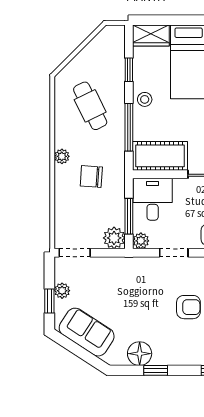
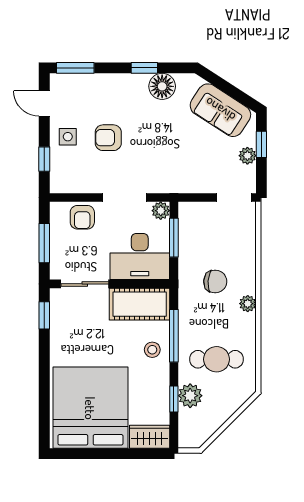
stool: (145, 99) -> (152, 350), moved
cafe table: (90, 106) -> (217, 359), turned -64
desk: (153, 199) -> (140, 256), width x1.37
plant: (114, 238) -> (190, 396), moved
doorway: (174, 253) -> (125, 198), width x1.38

